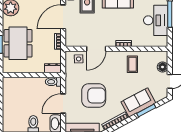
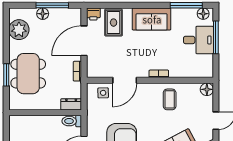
desk: (156, 20) -> (198, 40), width x0.73
floor lamp: (163, 67) -> (207, 89), moved

